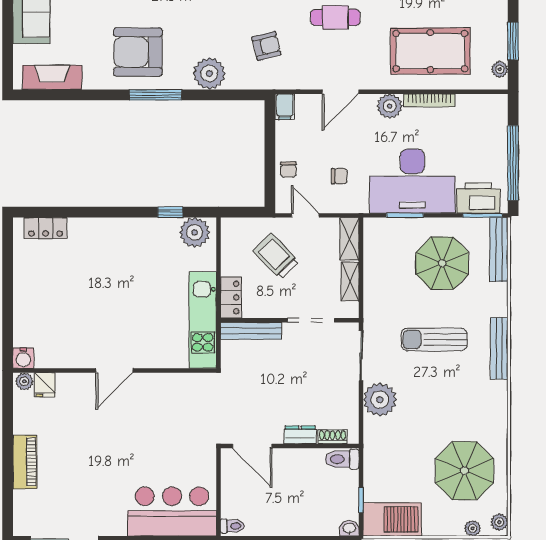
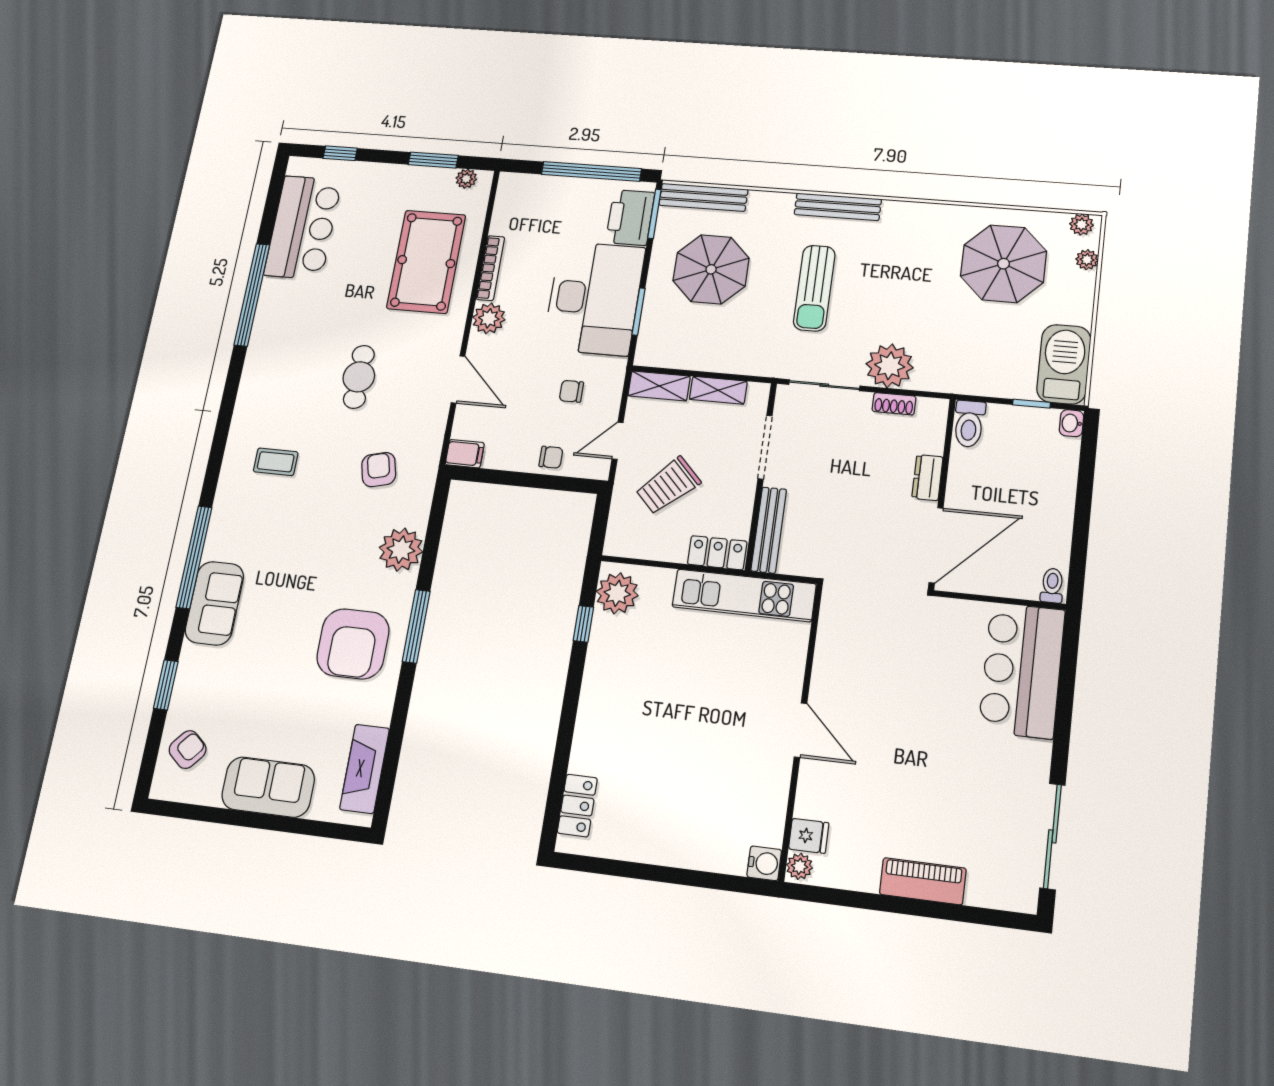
chair: (339, 176) -> (571, 391), turned -90
shoe rack: (332, 437) -> (894, 404), moved, turned -90
door: (252, 446) -> (936, 545), width x1.36

